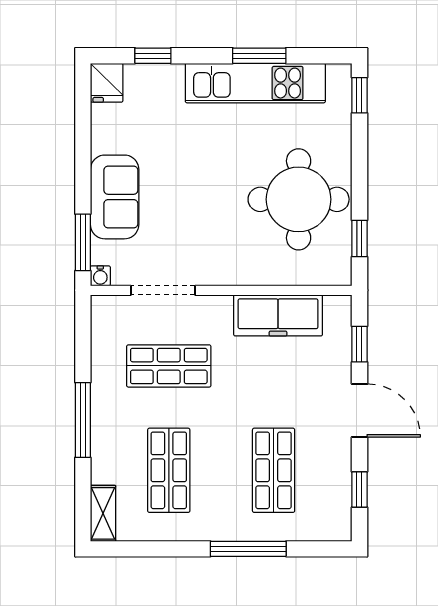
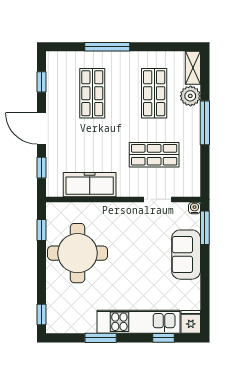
kitchen unit: (255, 83) -> (138, 322), moved
doorway: (163, 290) -> (158, 199), width x0.73
plant: (108, 466) -> (190, 96), added

